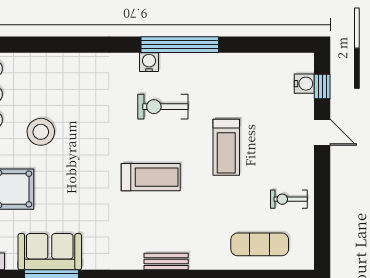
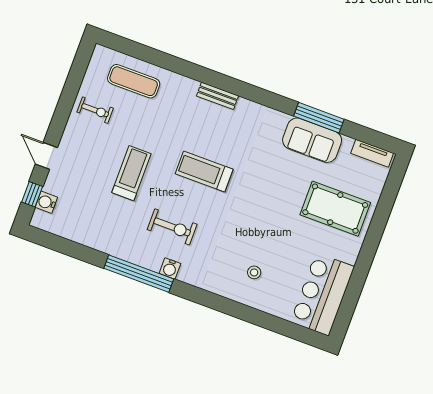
stool: (41, 132) -> (254, 272), moved, width x0.53, depth x0.53

